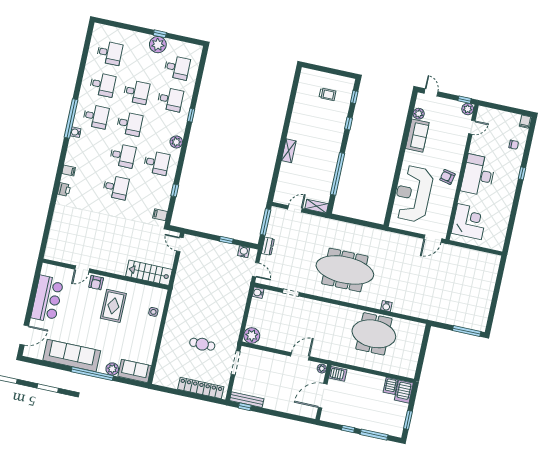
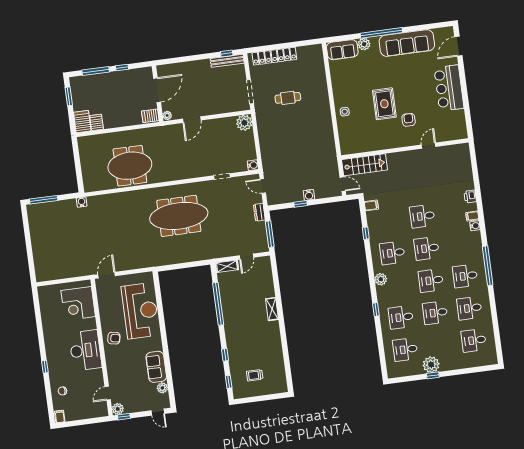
water cooler: (75, 132) -> (475, 226), moved
water cooler: (244, 252) -> (309, 195), moved
door: (82, 269) -> (429, 146), moved
stairs: (149, 273) -> (365, 165), moved
wall: (106, 274) -> (405, 149), moved
water cooler: (386, 306) -> (82, 202), moved

